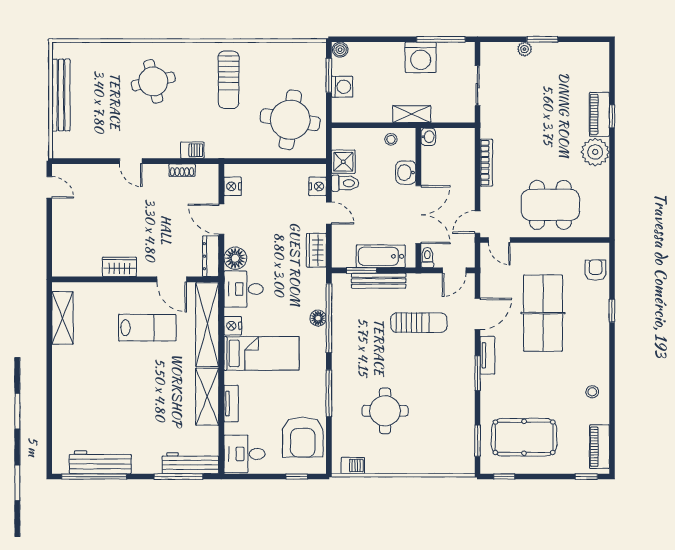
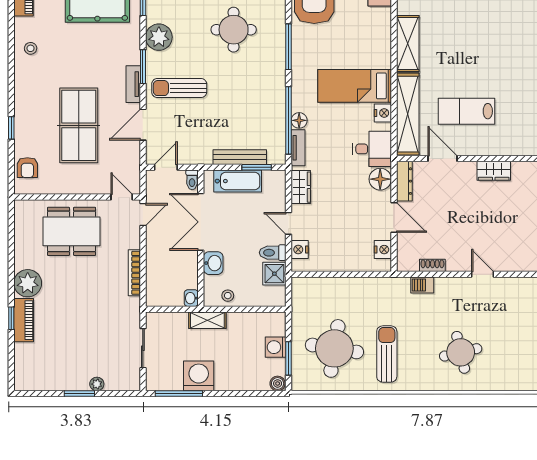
round table: (290, 120) -> (334, 348), moved
sun lounger: (419, 323) -> (179, 88), moved
plant: (461, 403) -> (159, 37), added
tv unit: (231, 404) -> (298, 148), moved, turned 180

